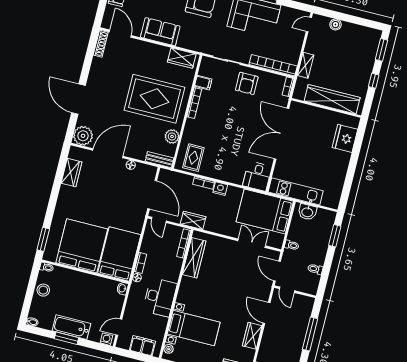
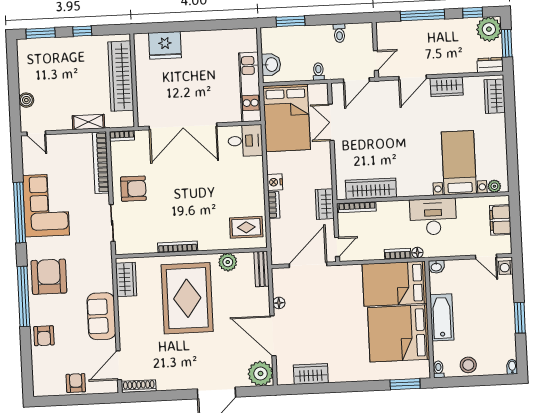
filing cabinet: (203, 83) -> (149, 243), removed
bathtub: (71, 327) -> (442, 317), moved, turned 180

